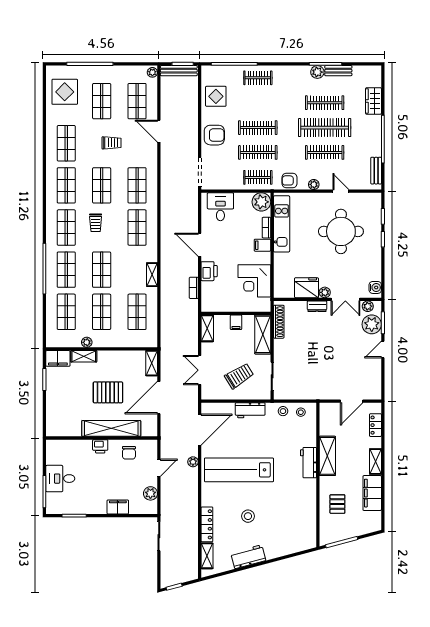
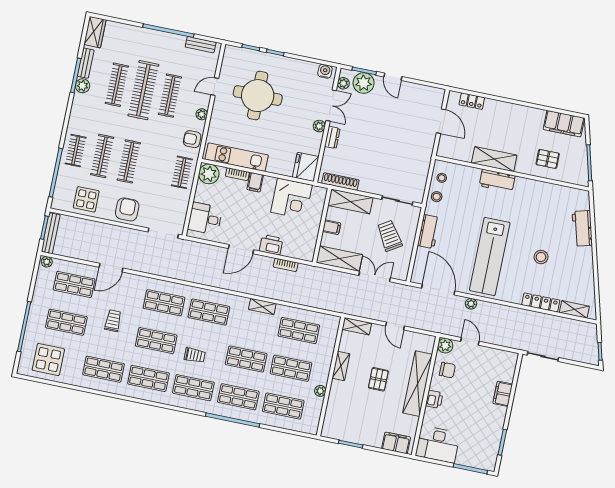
wardrobe: (374, 101) -> (95, 32), moved, turned -90
clothes rail: (258, 152) -> (102, 156), moved
armchair: (290, 180) -> (192, 139), turned 90
fridge: (306, 288) -> (306, 167), moved
shelving: (207, 328) -> (339, 259), width x1.50, depth x1.33
shelving: (84, 356) -> (341, 366), moved
filing cabinet: (58, 358) -> (396, 443), moved, turned -90
double door: (200, 370) -> (375, 277), swing flipped
pallet: (108, 392) -> (378, 379), width x0.67, depth x0.71
door: (159, 398) -> (395, 326), width x0.53
shelving: (375, 461) -> (511, 109), removed
desk: (60, 479) -> (438, 444), moved, width x1.37
plant: (150, 493) -> (445, 346), moved
filing cabinet: (372, 493) -> (564, 124), moved
workbench: (248, 557) -> (582, 228), moved

